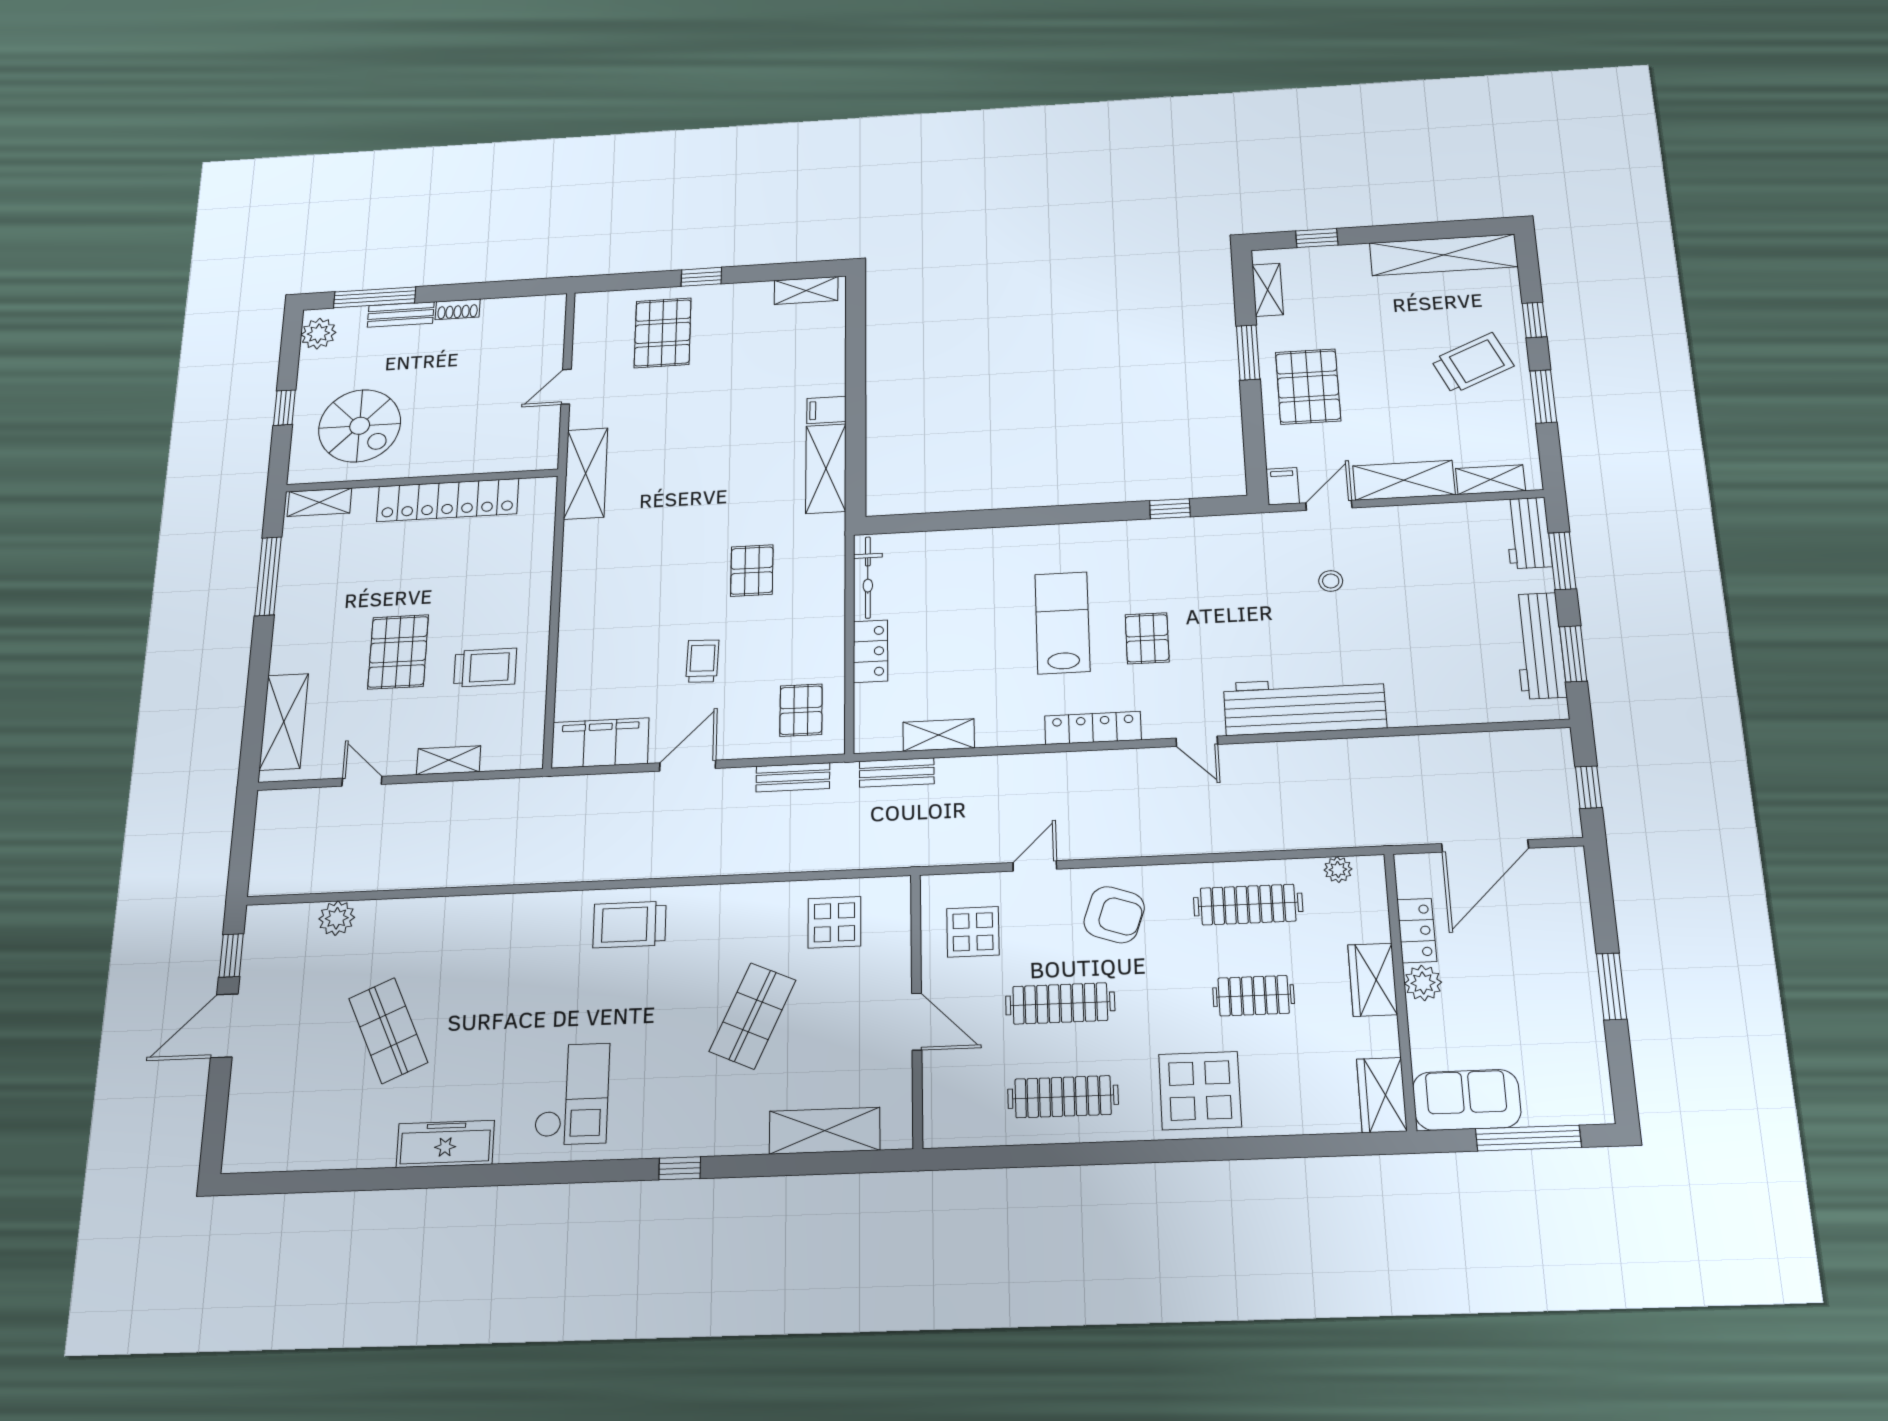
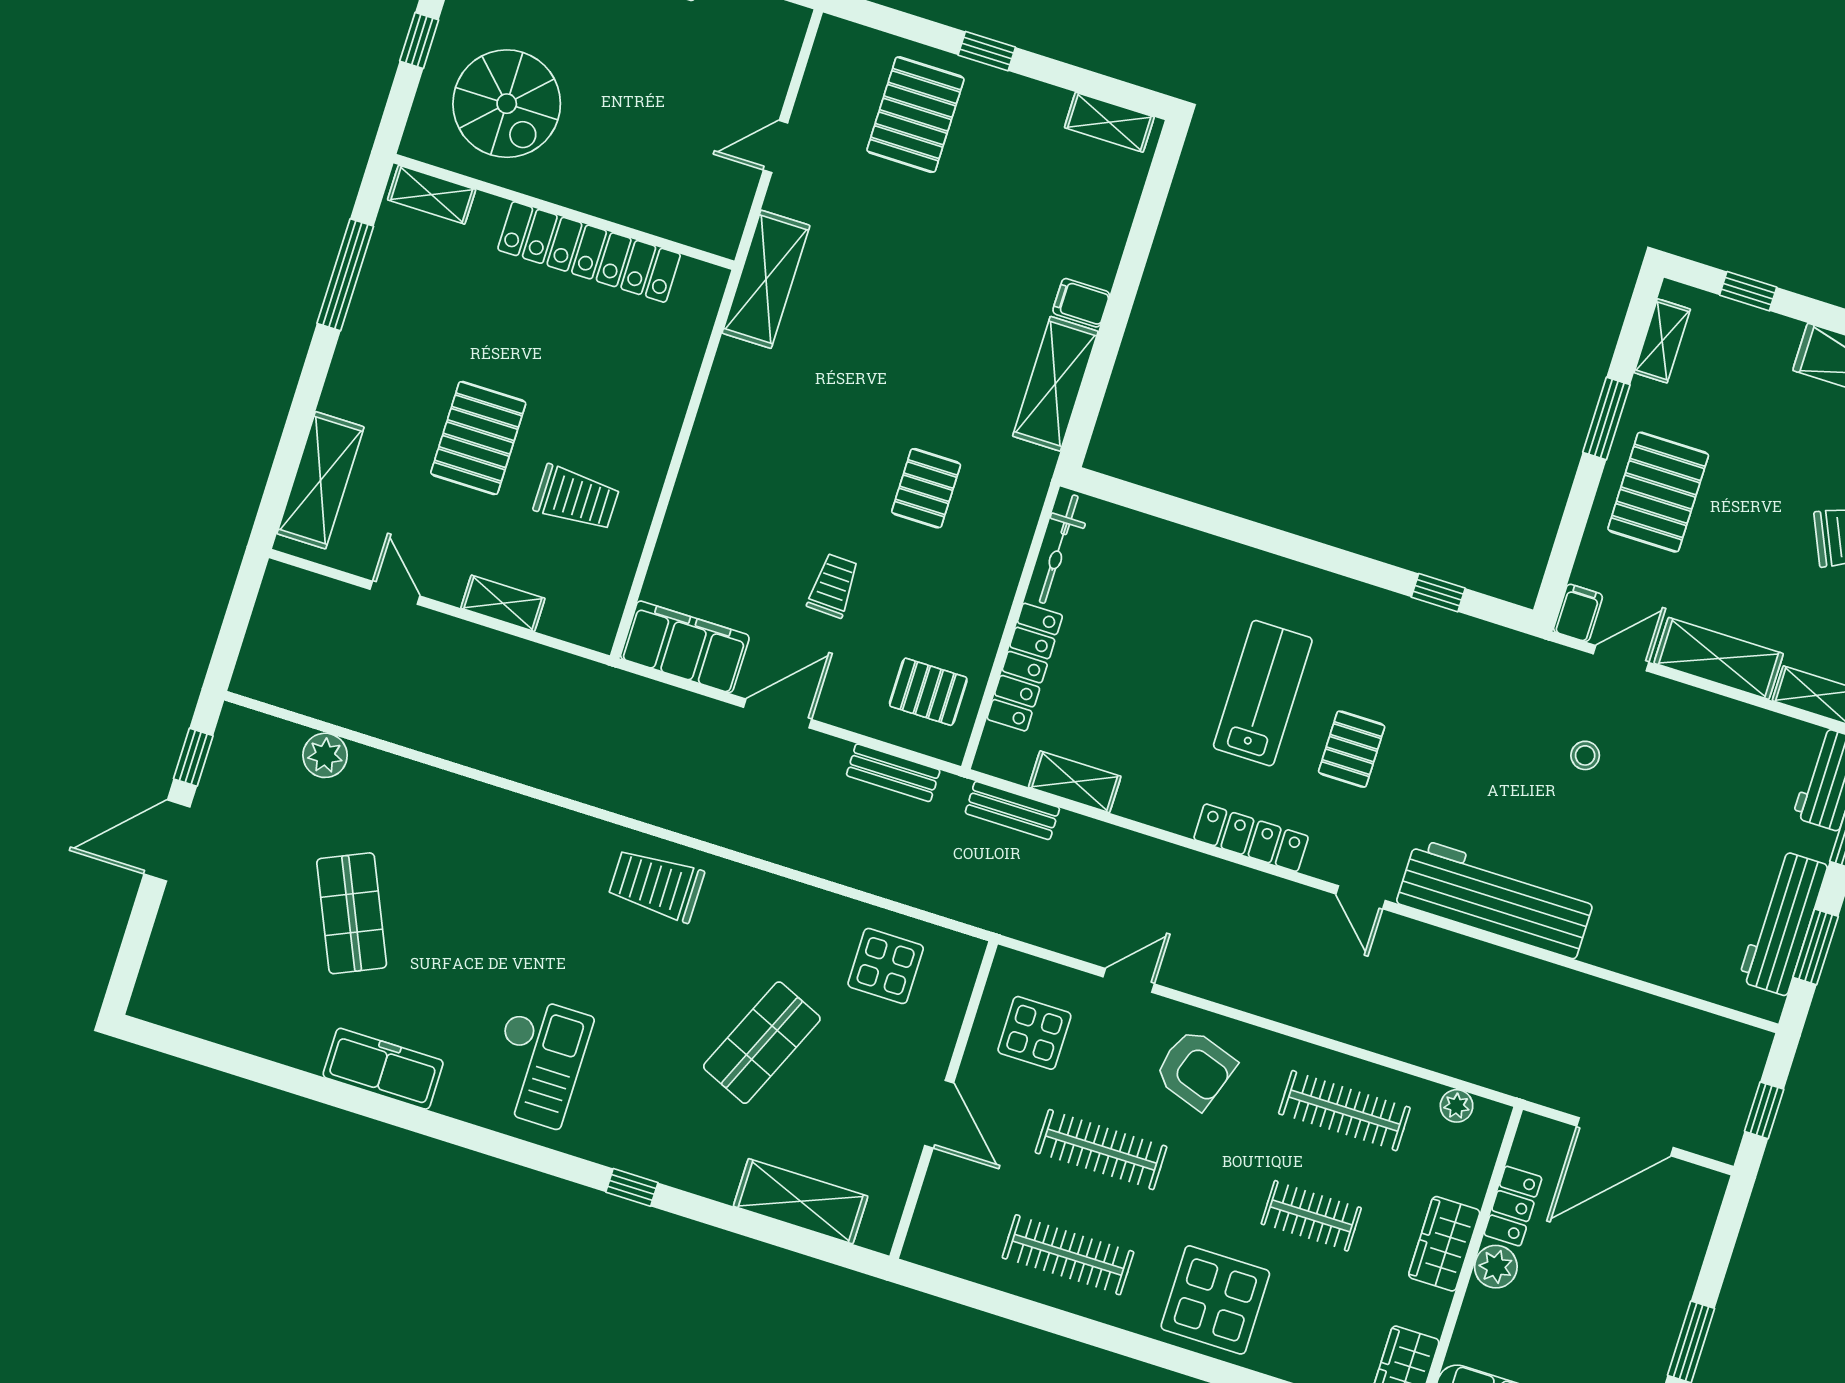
locker: (870, 651) -> (1025, 667), width x1.53
pallet: (801, 710) -> (928, 692), turned 90

